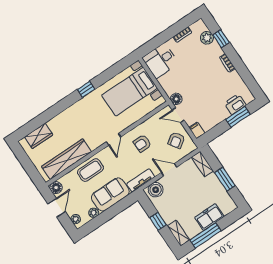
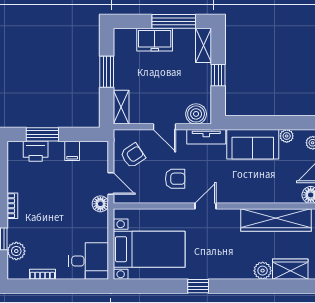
plant: (54, 124) -> (263, 271), added
filing cabinet: (197, 130) -> (72, 151), moved
coffee table: (90, 170) -> (257, 188), removed

